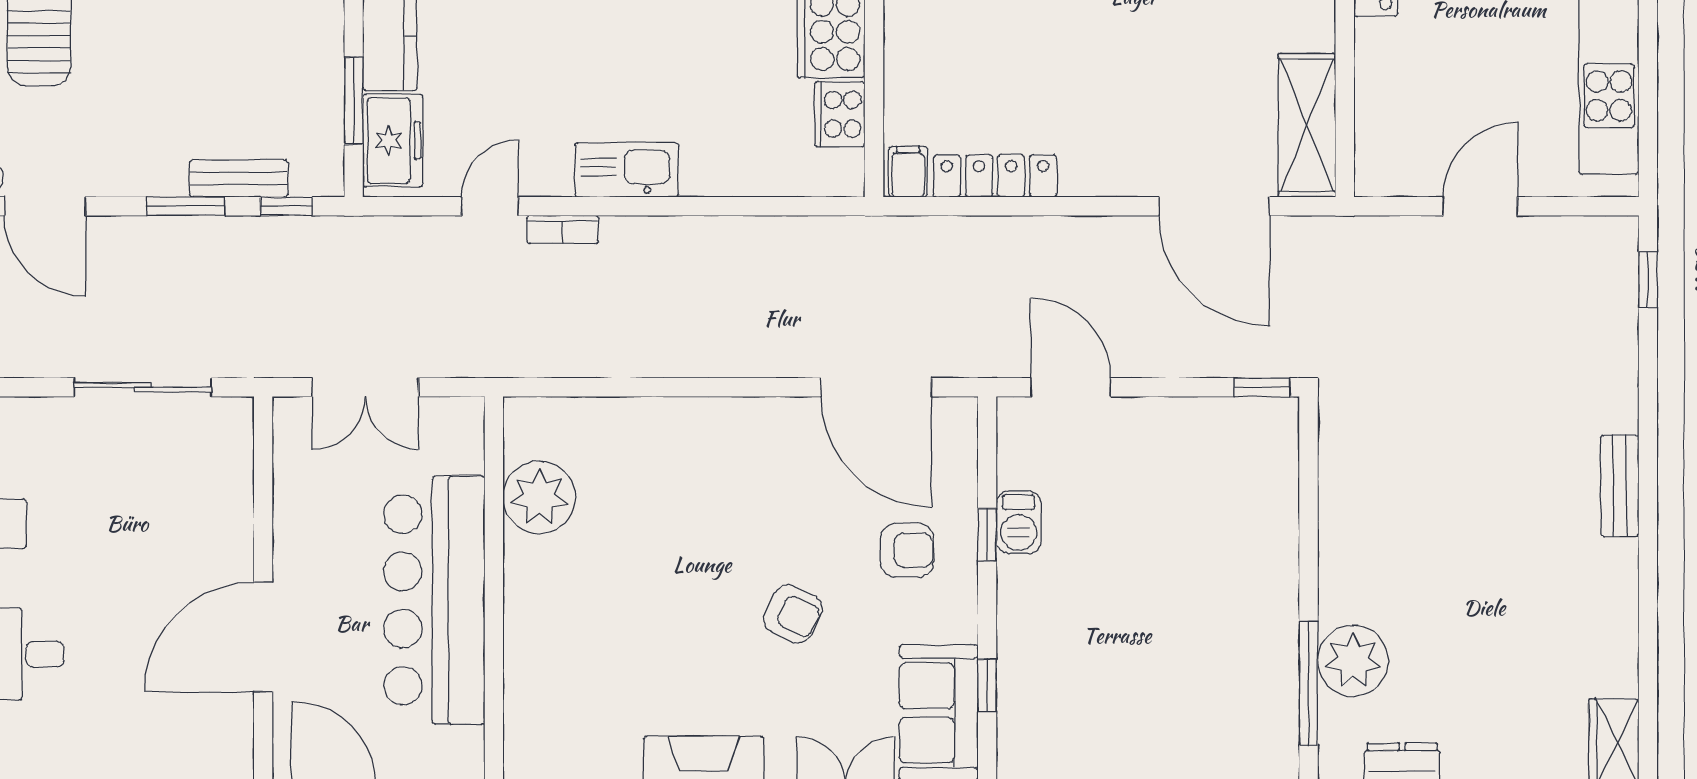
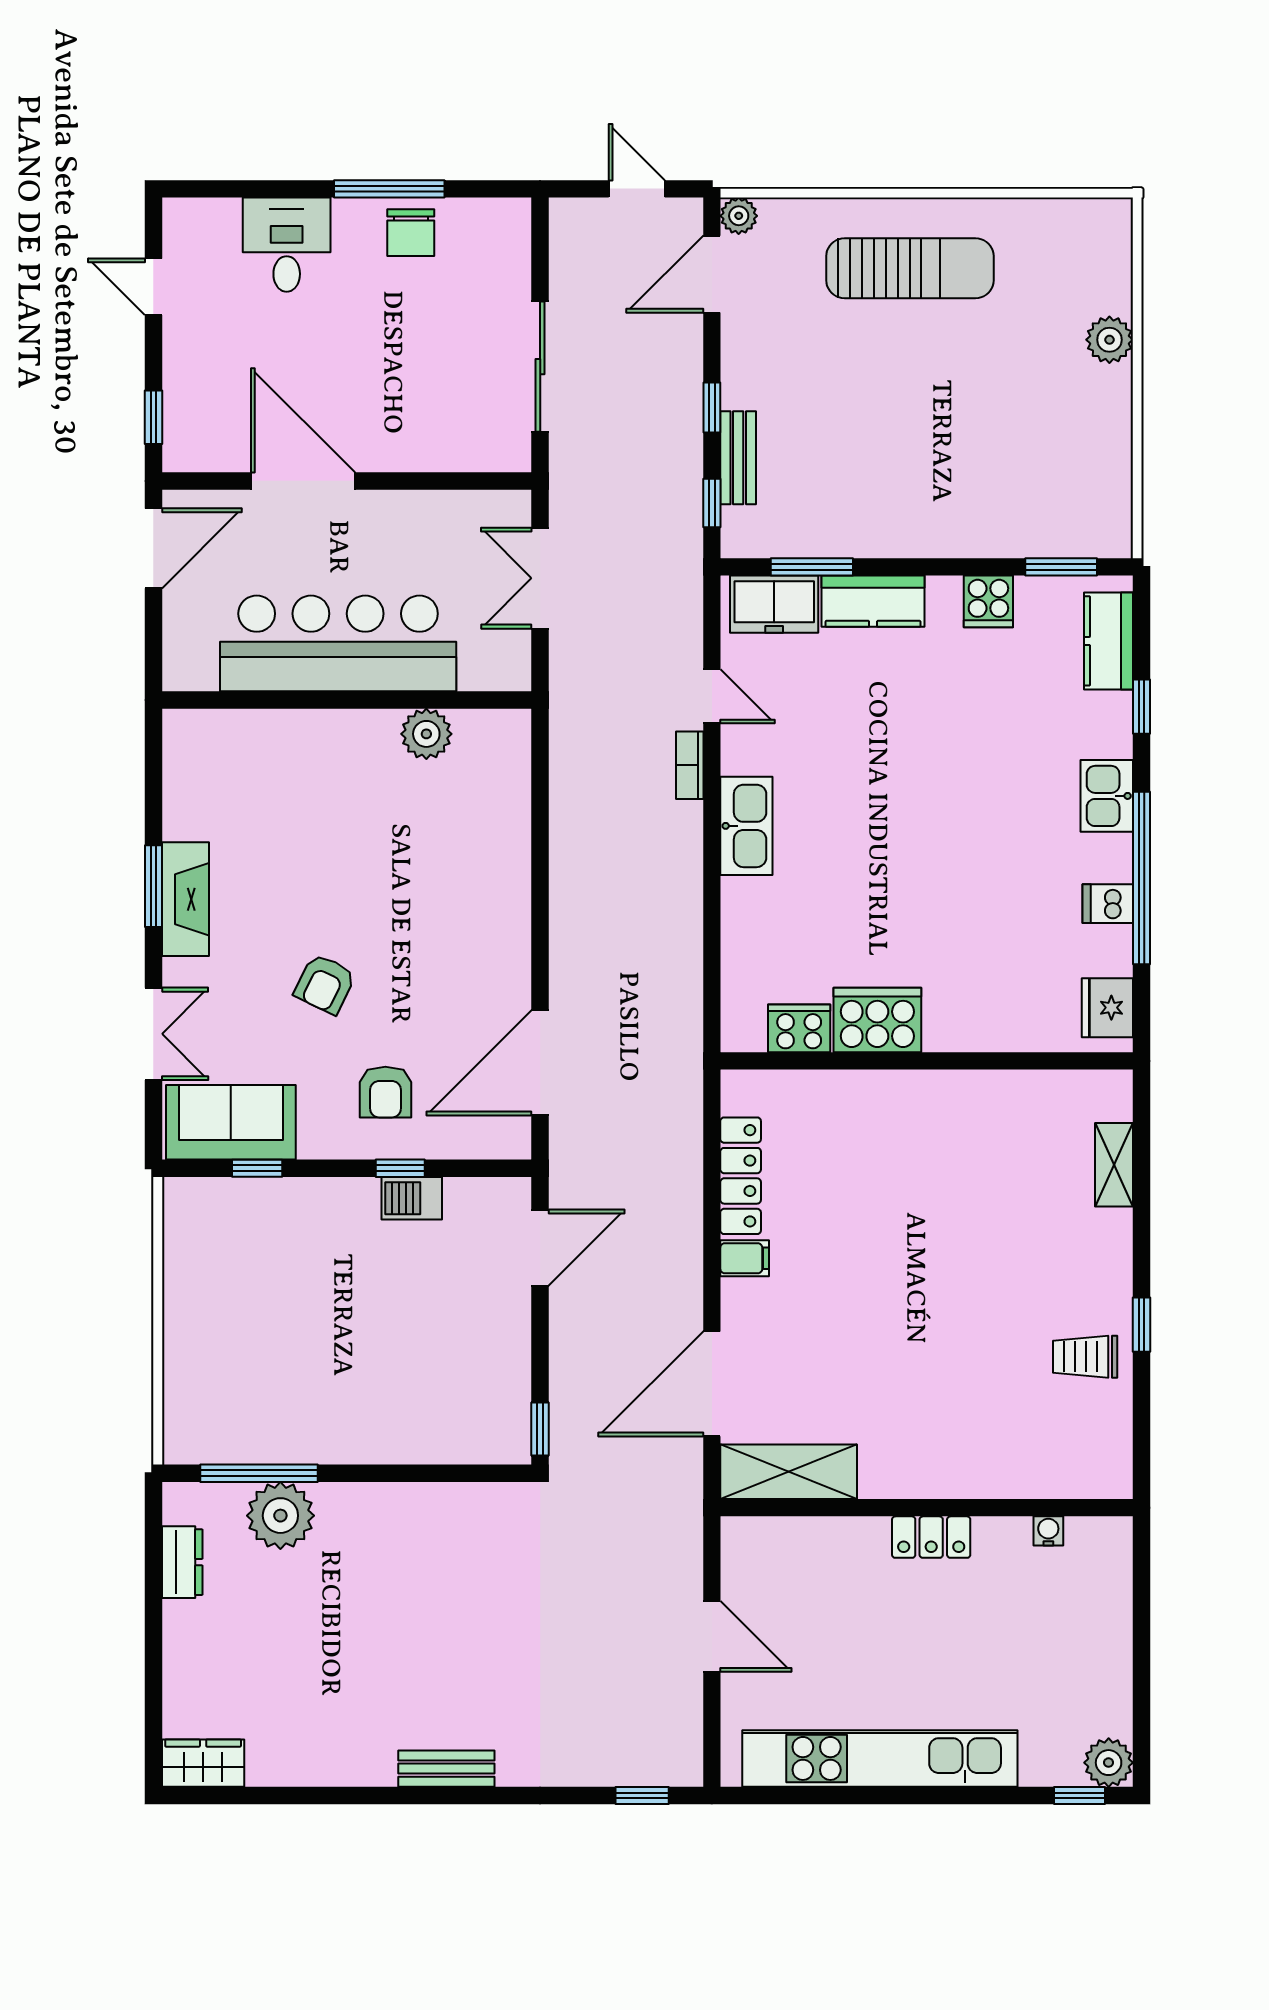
filing cabinet: (908, 172) -> (745, 1258), moved
window: (186, 206) -> (712, 407), width x0.67
plant: (539, 497) -> (426, 734), width x0.73, depth x0.73

